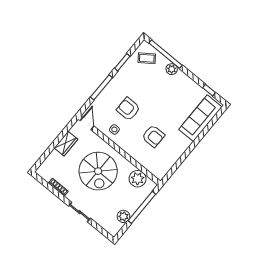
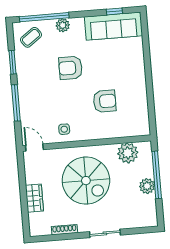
armchair: (128, 109) -> (70, 68), moved
sofa: (200, 118) -> (113, 26), moved, turned -90
wardrobe: (66, 144) -> (34, 198), moved
plant: (124, 216) -> (147, 186), moved

